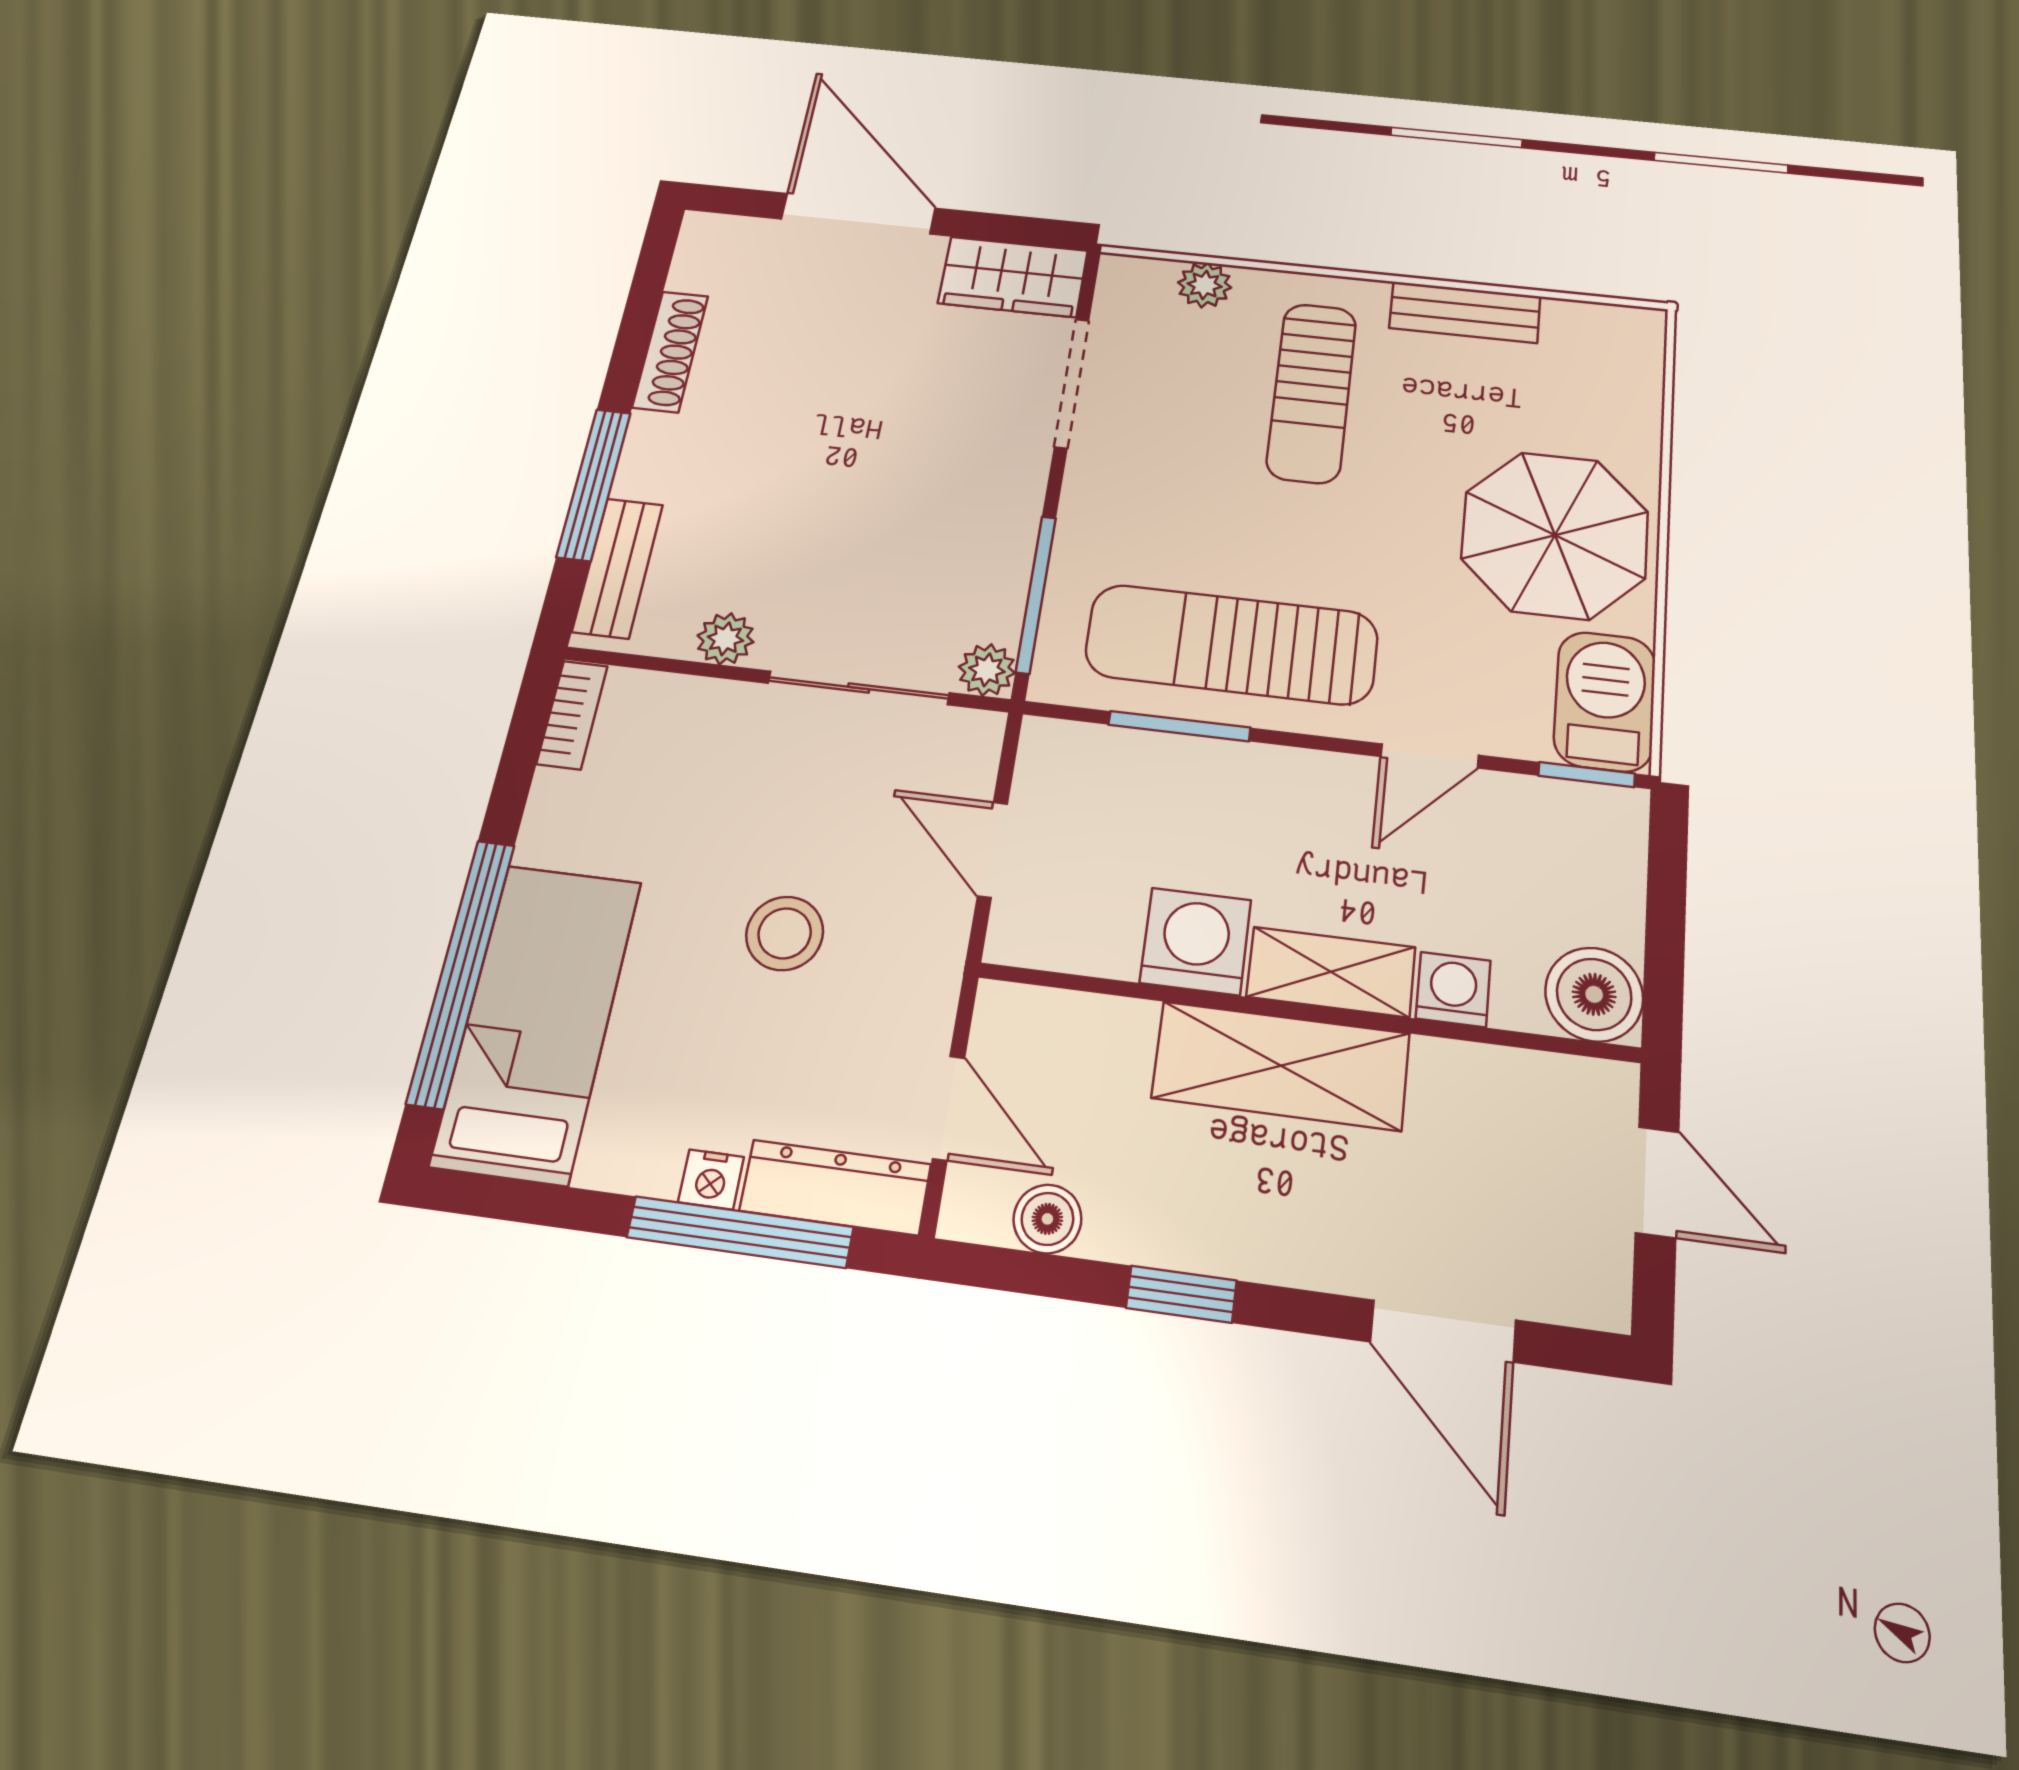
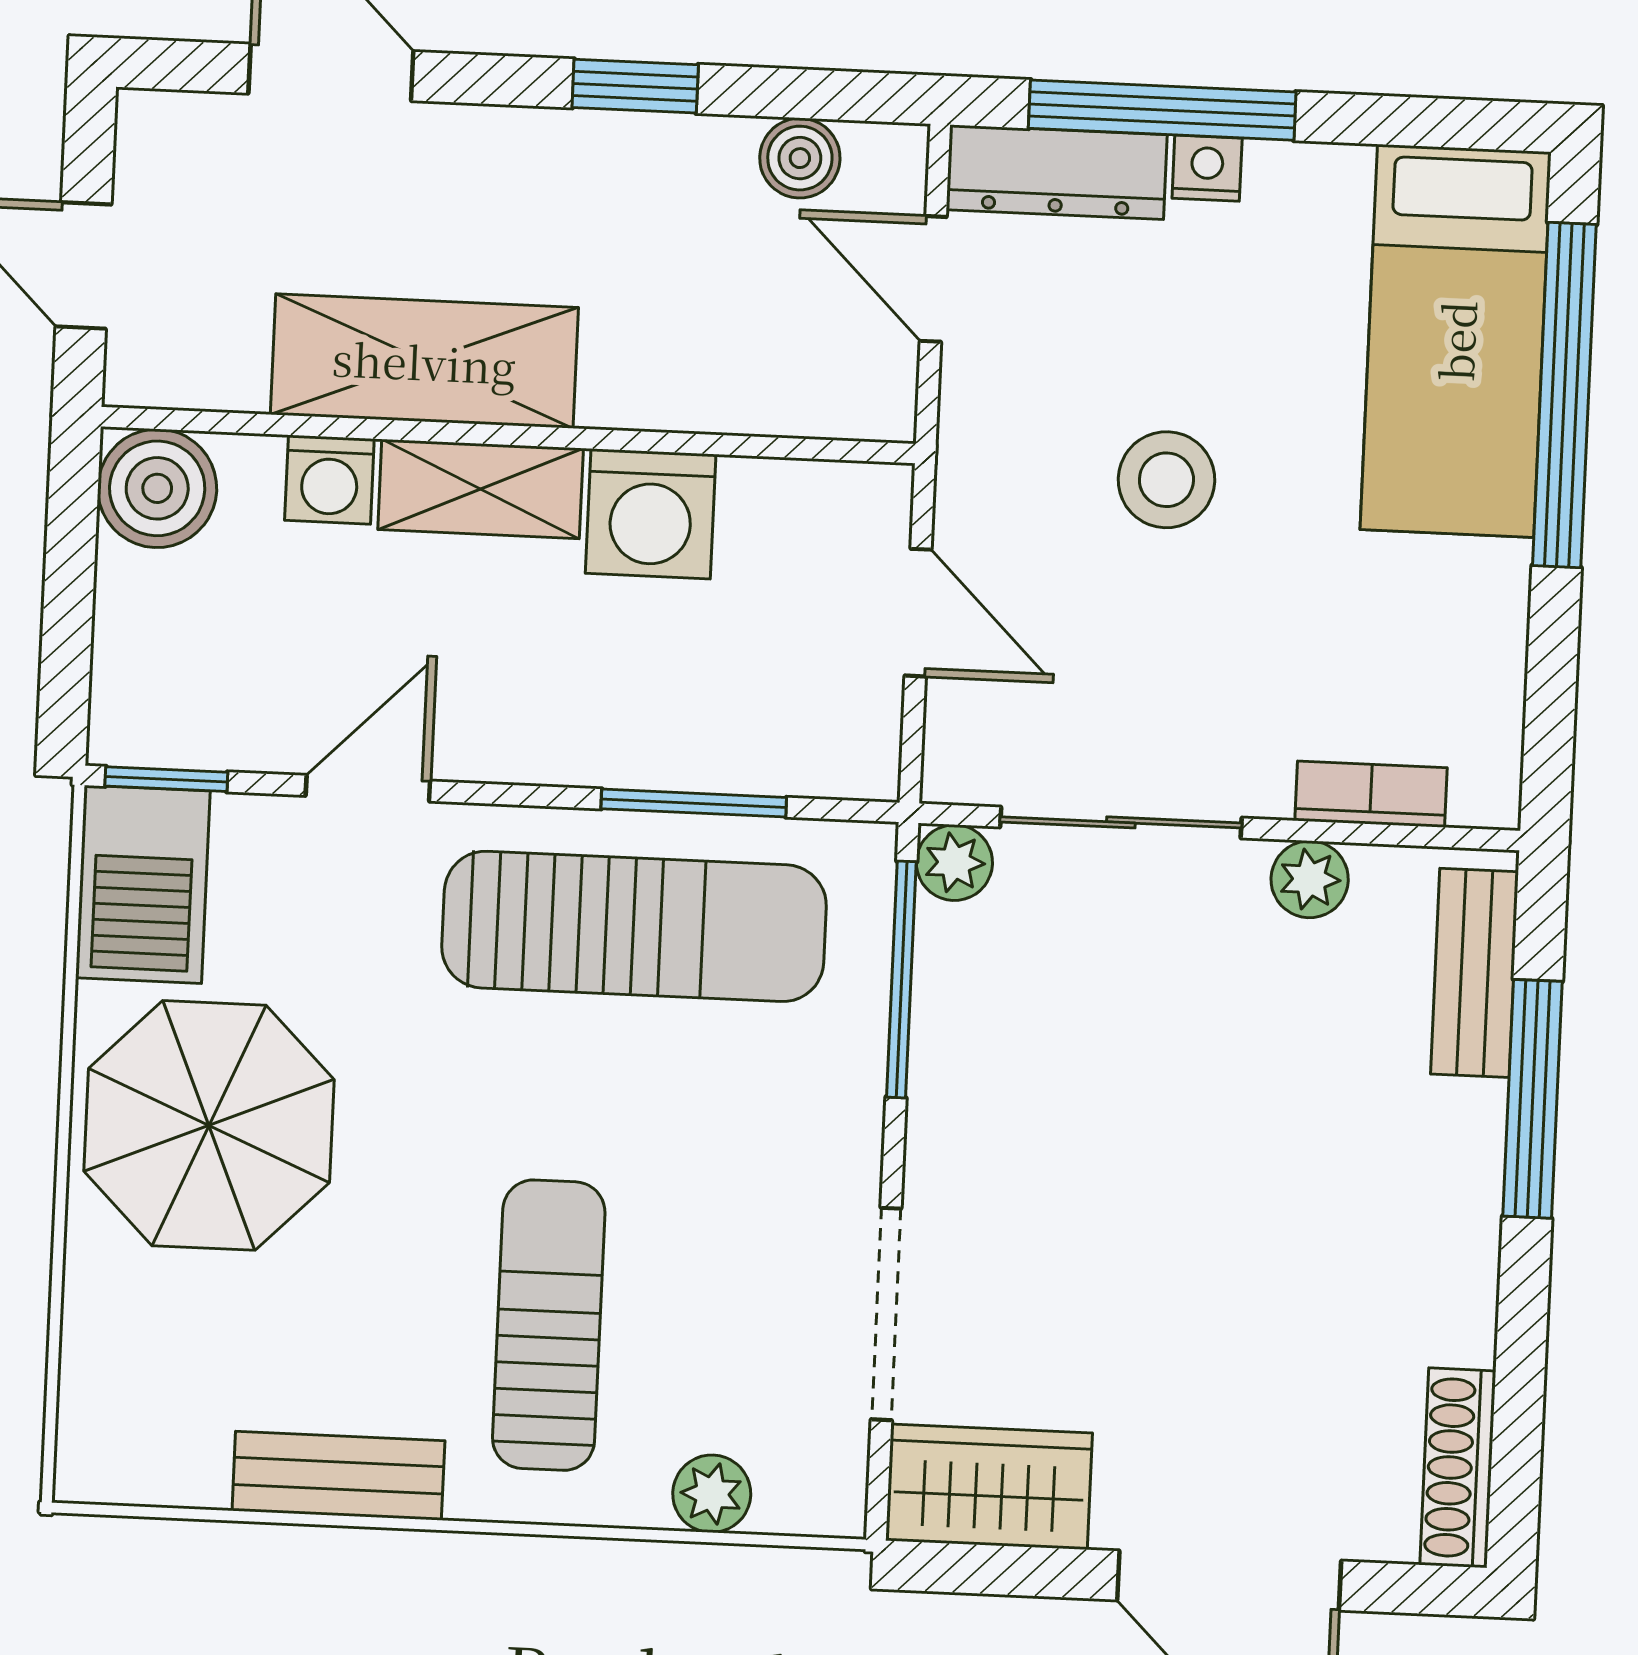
shoe rack: (670, 351) -> (1458, 1468), moved
bookcase: (572, 715) -> (1371, 794), moved, turned 90
shelving: (1281, 1066) -> (424, 361), moved

